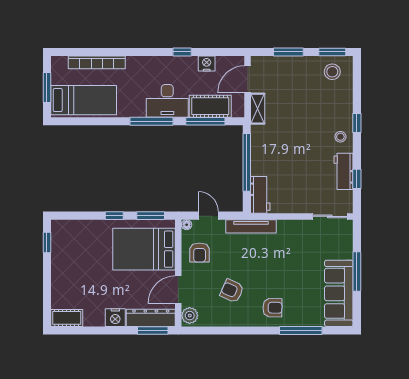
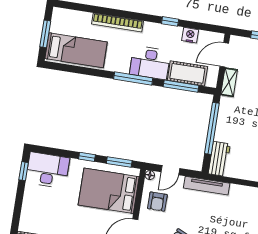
bookcase: (97, 62) -> (118, 23), moved
door: (208, 216) -> (170, 170), swing flipped
desk: (73, 237) -> (48, 170), added

